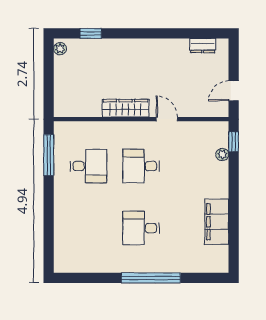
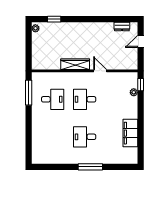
door: (234, 91) -> (141, 41), moved
window: (151, 278) -> (90, 167), width x0.68

